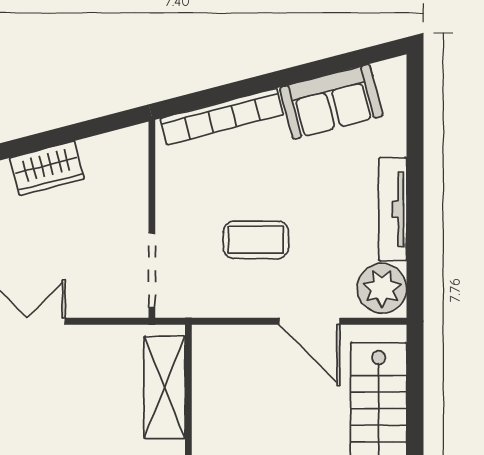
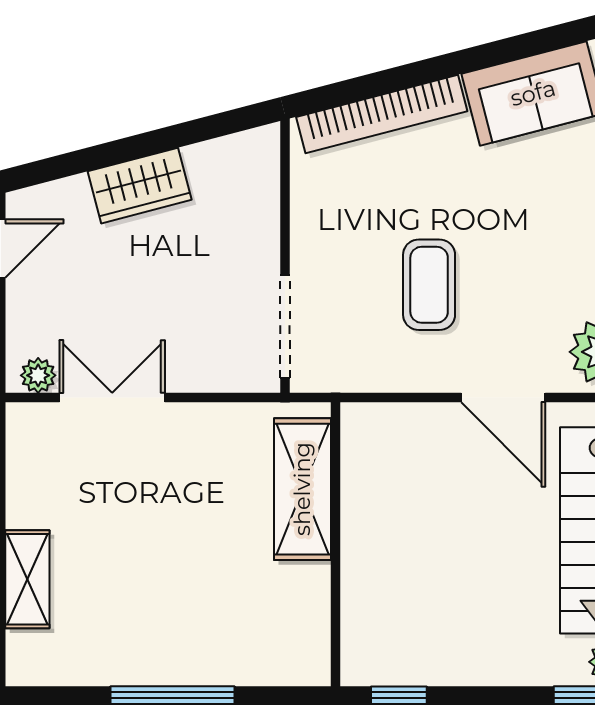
coffee table: (256, 240) -> (429, 285), turned 90

